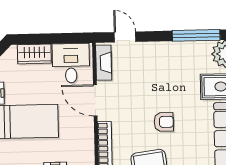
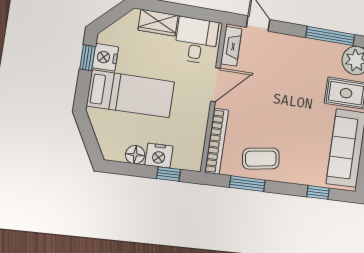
door: (95, 100) -> (215, 85), swing flipped
armchair: (164, 122) -> (283, 120), removed

